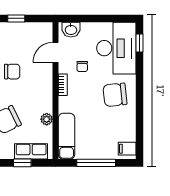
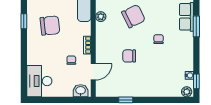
window: (139, 43) -> (24, 21), moved
desk: (116, 48) -> (39, 81), width x0.73, depth x0.77
chair: (115, 95) -> (50, 26), moved

